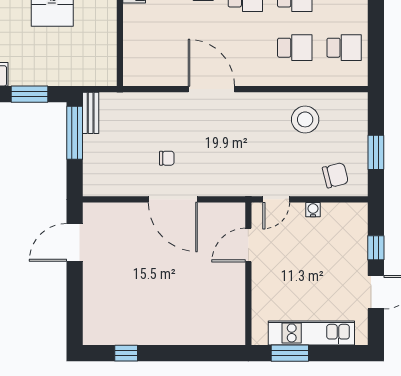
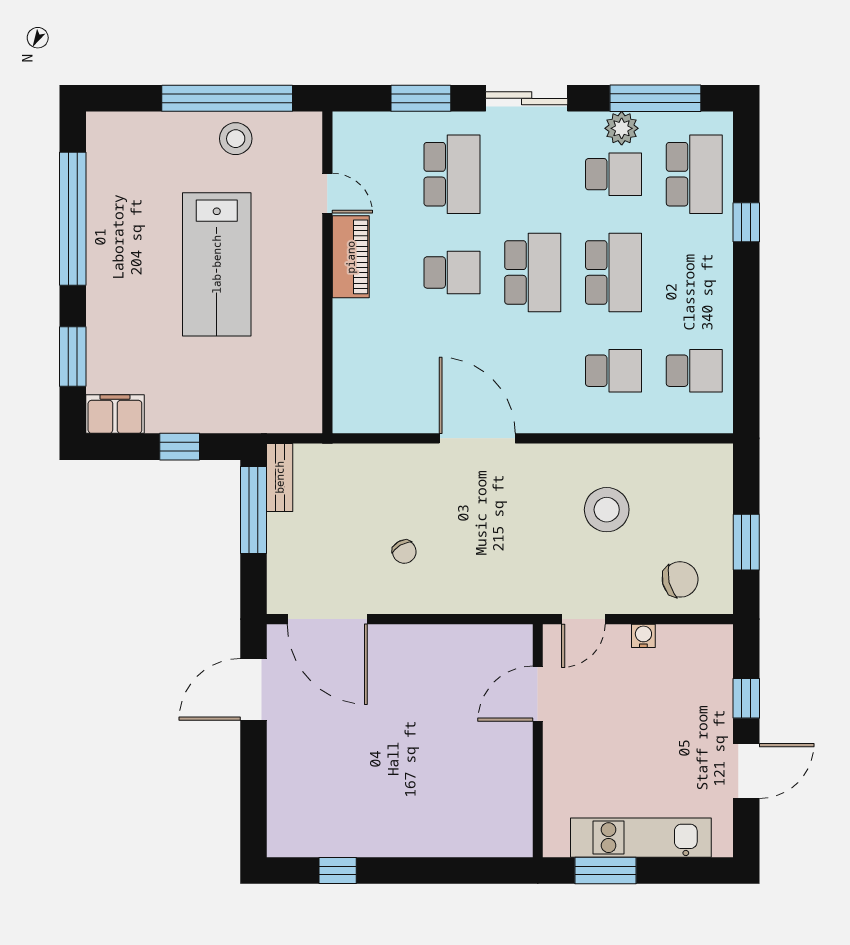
window: (30, 94) -> (180, 447), width x0.67
stool: (305, 119) -> (607, 510), moved
chair: (167, 158) -> (404, 552), turned 60
door: (173, 199) -> (327, 619), moved

